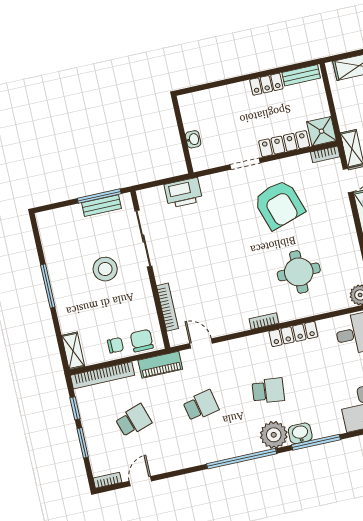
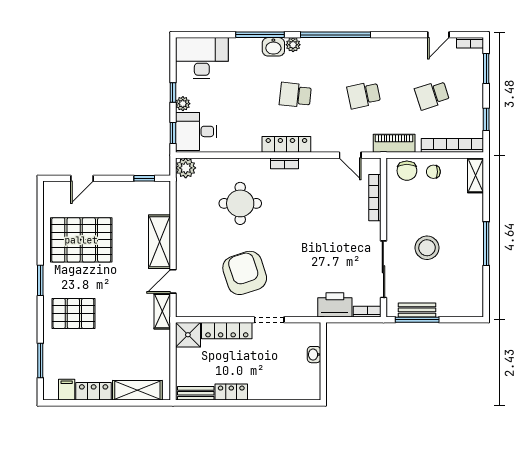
bookcase: (325, 154) -> (367, 312), moved
locker: (293, 334) -> (286, 144), moved
plant: (274, 435) -> (293, 45), width x0.53, depth x0.53
window: (83, 443) -> (486, 68), moved

